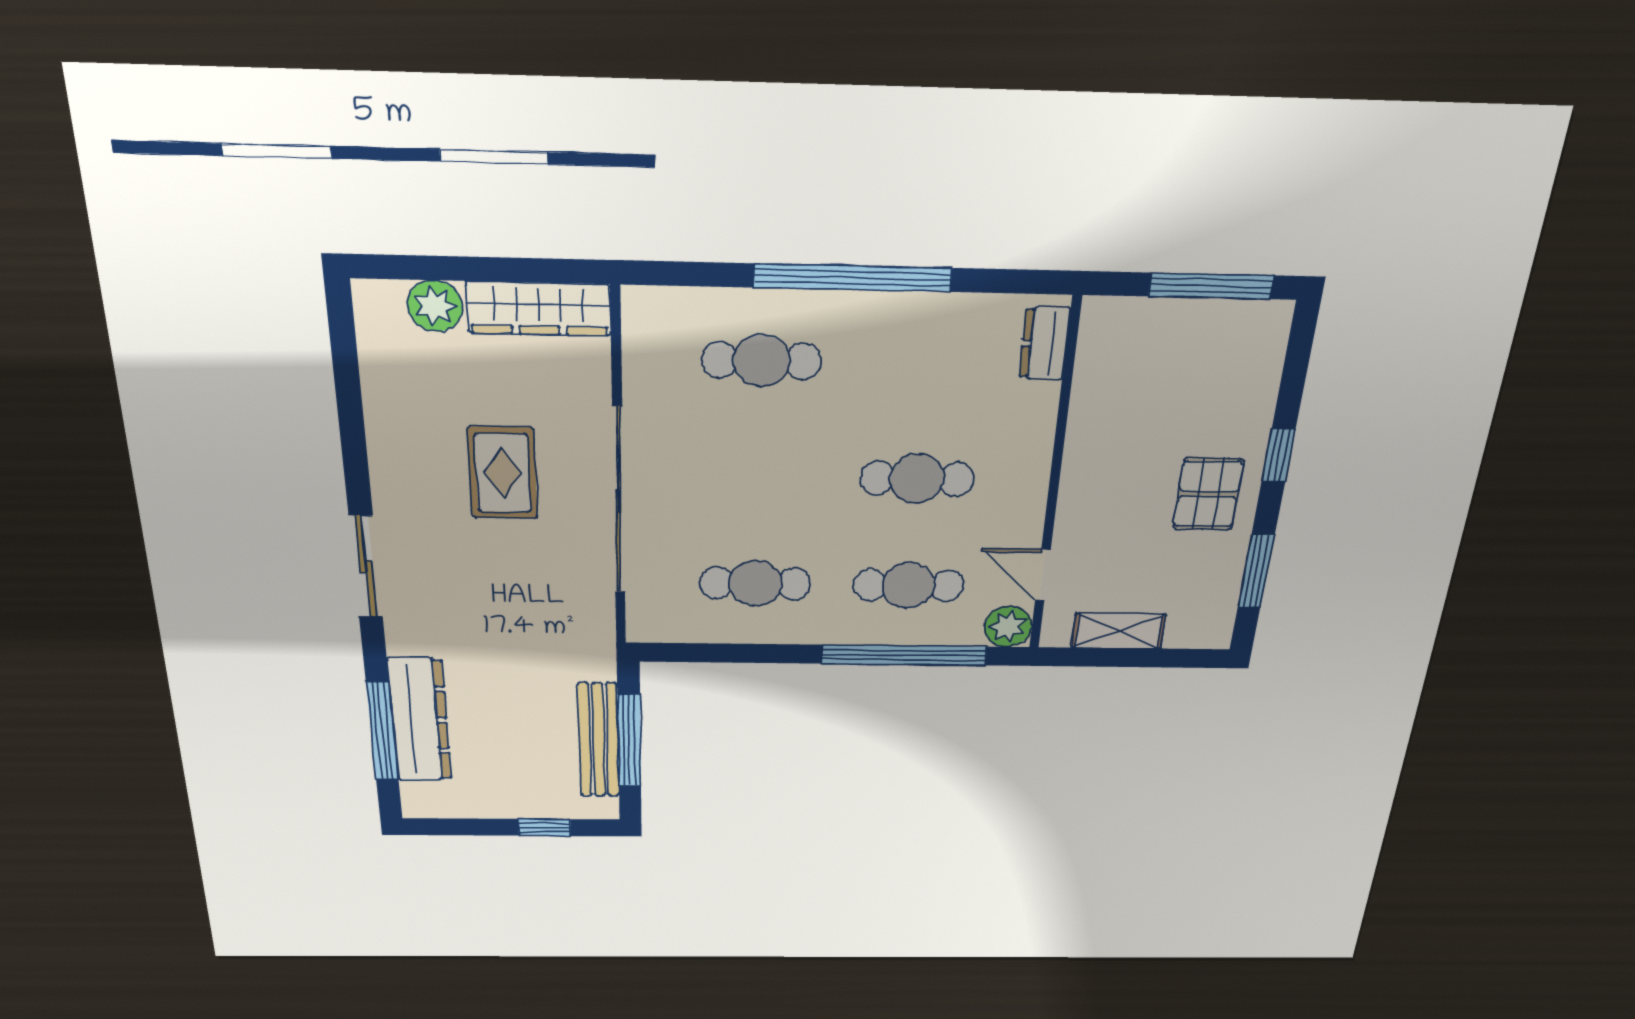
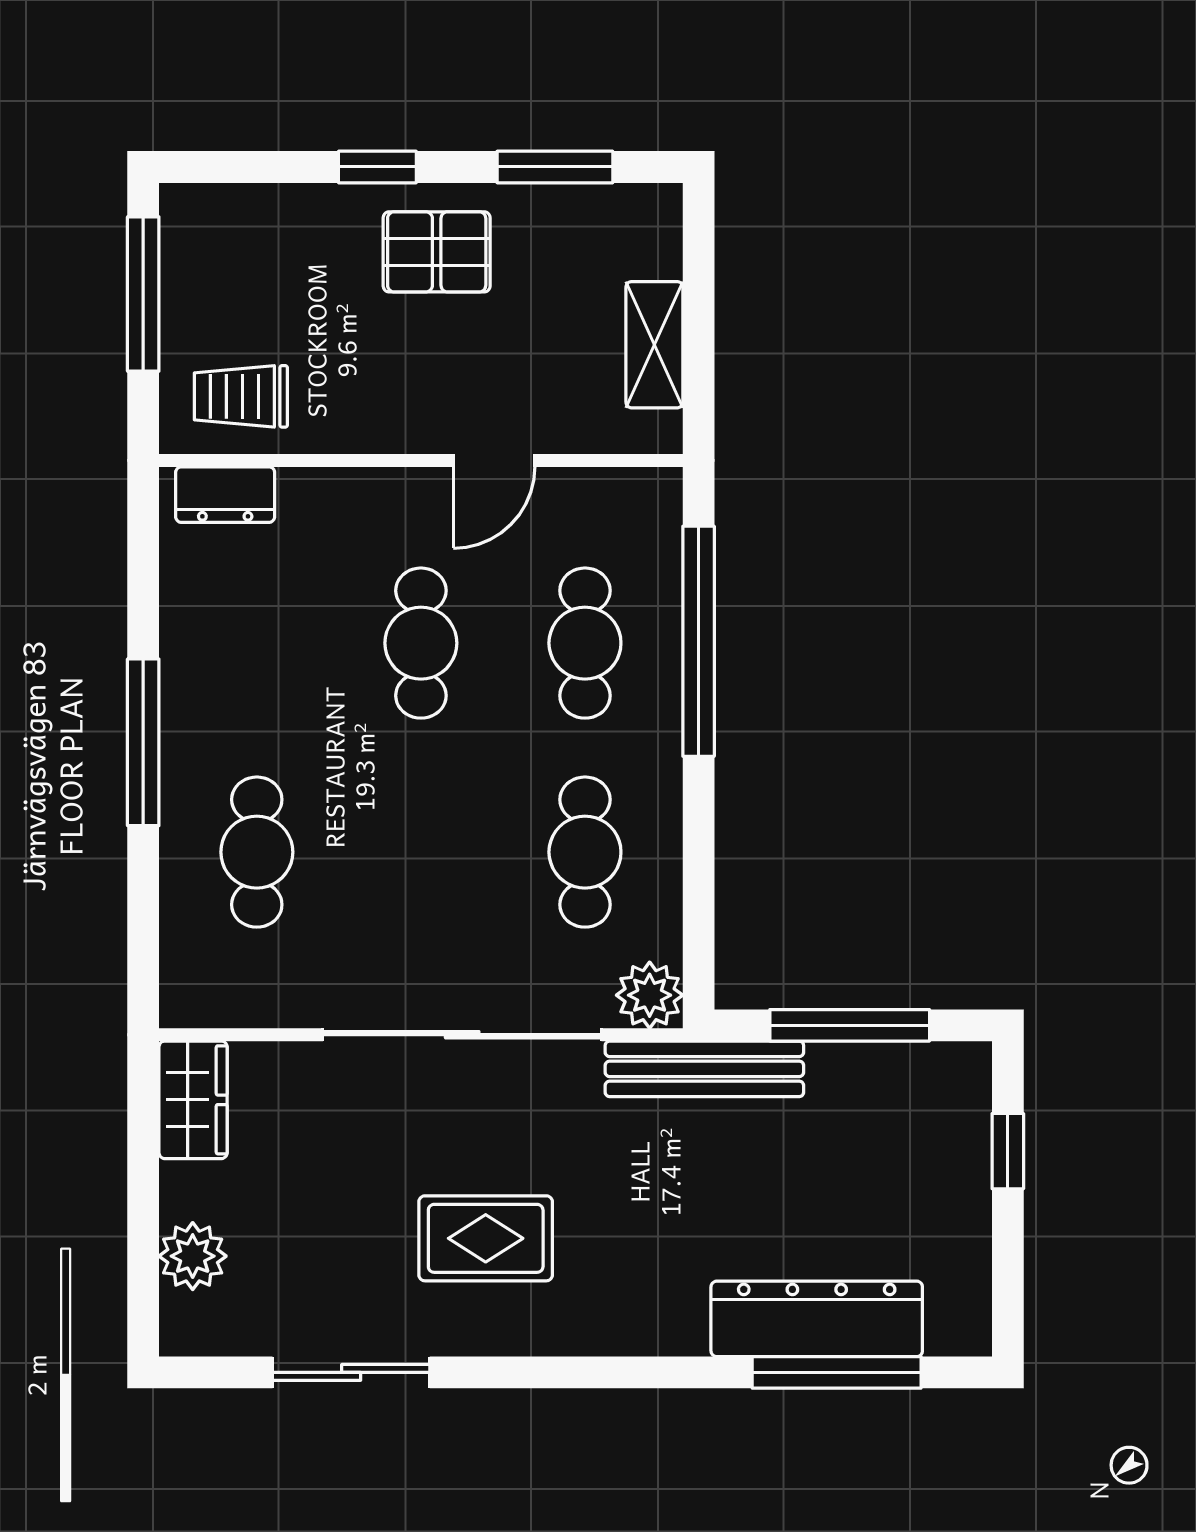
window: (853, 278) -> (143, 742), width x0.68
wardrobe: (539, 309) -> (193, 1100), width x0.67
trolley: (1120, 356) -> (241, 396), added
rug: (503, 473) -> (486, 1238), moved
sliding door: (366, 567) -> (351, 1372), moved
door: (1043, 575) -> (494, 460), moved
plant: (1008, 627) -> (650, 995), moved
bench: (599, 740) -> (704, 1069), moved

